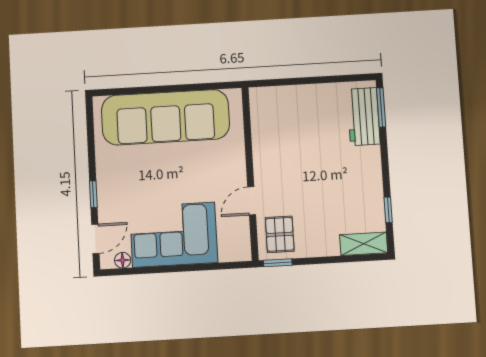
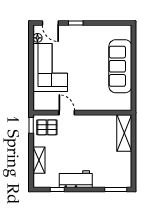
shelving: (281, 98) -> (124, 133), added
sofa: (165, 117) -> (120, 66), width x0.74, depth x0.79
workbench: (363, 117) -> (76, 179), moved
shelving: (364, 244) -> (39, 160), moved

